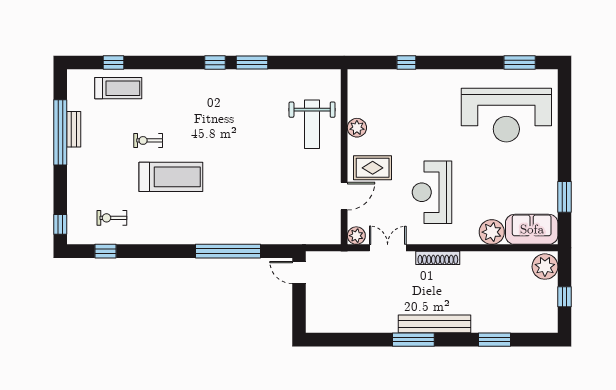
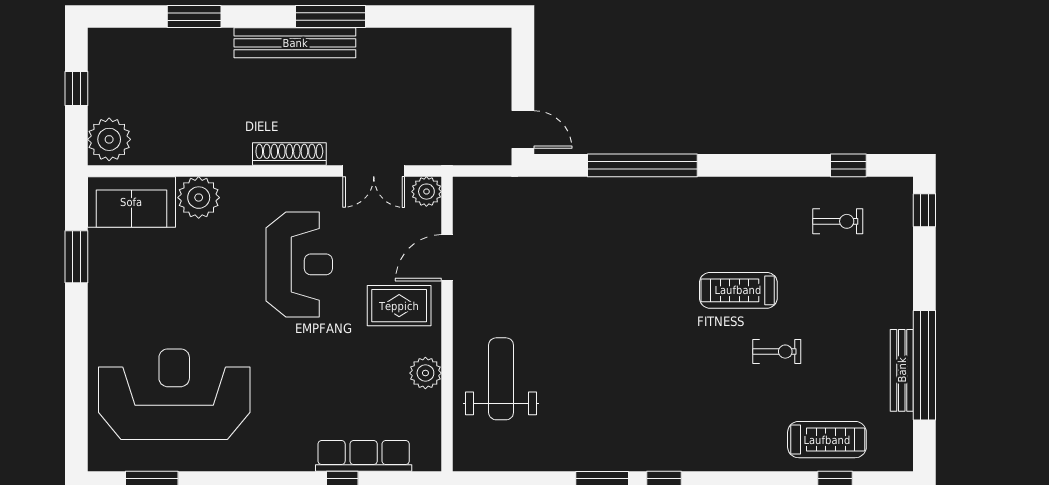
row of seats: (394, 78) -> (364, 456), added
treadmill: (118, 88) -> (827, 440), turned 180
bench: (74, 129) -> (902, 370), width x1.36
treadmill: (171, 177) -> (738, 290), width x0.73, depth x0.73

